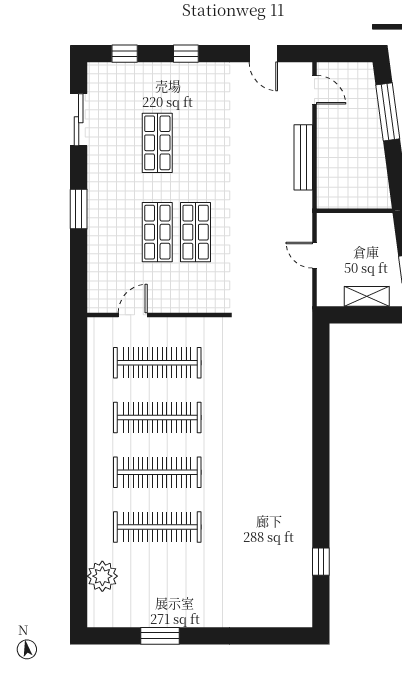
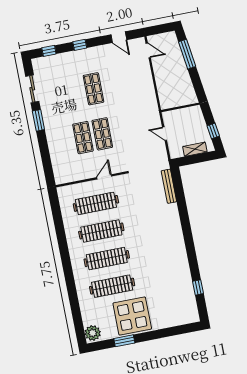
shop shelf: (157, 143) -> (93, 89), moved
bench: (303, 157) -> (169, 186), moved
window: (79, 209) -> (38, 120), moved
door: (133, 315) -> (104, 177), moved
plant: (102, 576) -> (93, 333), moved
display table: (184, 591) -> (132, 316), added

